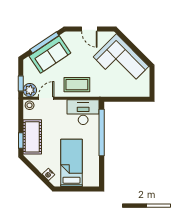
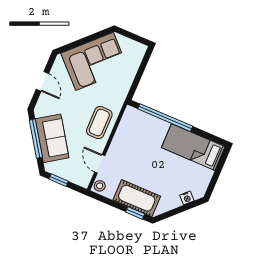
door: (89, 29) -> (42, 81), hinge flipped
window: (21, 83) -> (59, 180), moved
plant: (30, 90) -> (83, 178), removed
desk: (83, 112) -> (133, 129), removed
bed: (71, 163) -> (193, 147), moved

